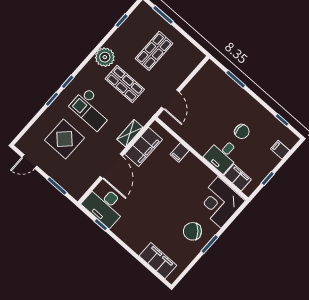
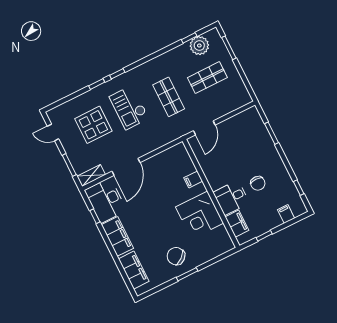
plant: (105, 57) -> (199, 46), moved
shelving: (130, 133) -> (91, 175), moved
filing cabinet: (144, 147) -> (117, 236), moved, turned -90
corner desk: (220, 202) -> (200, 215), moved, turned -90

